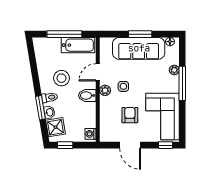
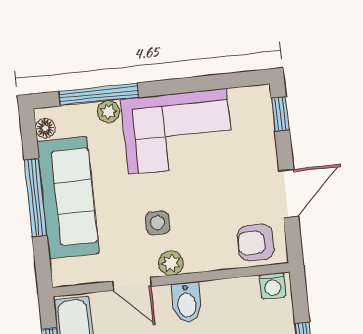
window: (140, 34) -> (36, 198), width x1.44
window: (182, 83) -> (99, 94), moved
armchair: (130, 115) -> (256, 243), moved
corner sofa: (162, 117) -> (177, 131), moved

